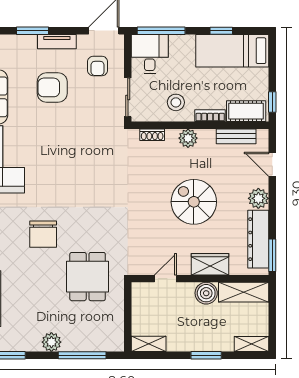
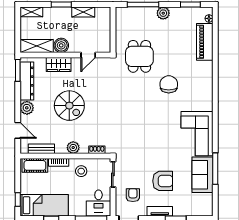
window: (272, 102) -> (18, 200), moved
shelving: (149, 344) -> (83, 12), moved

